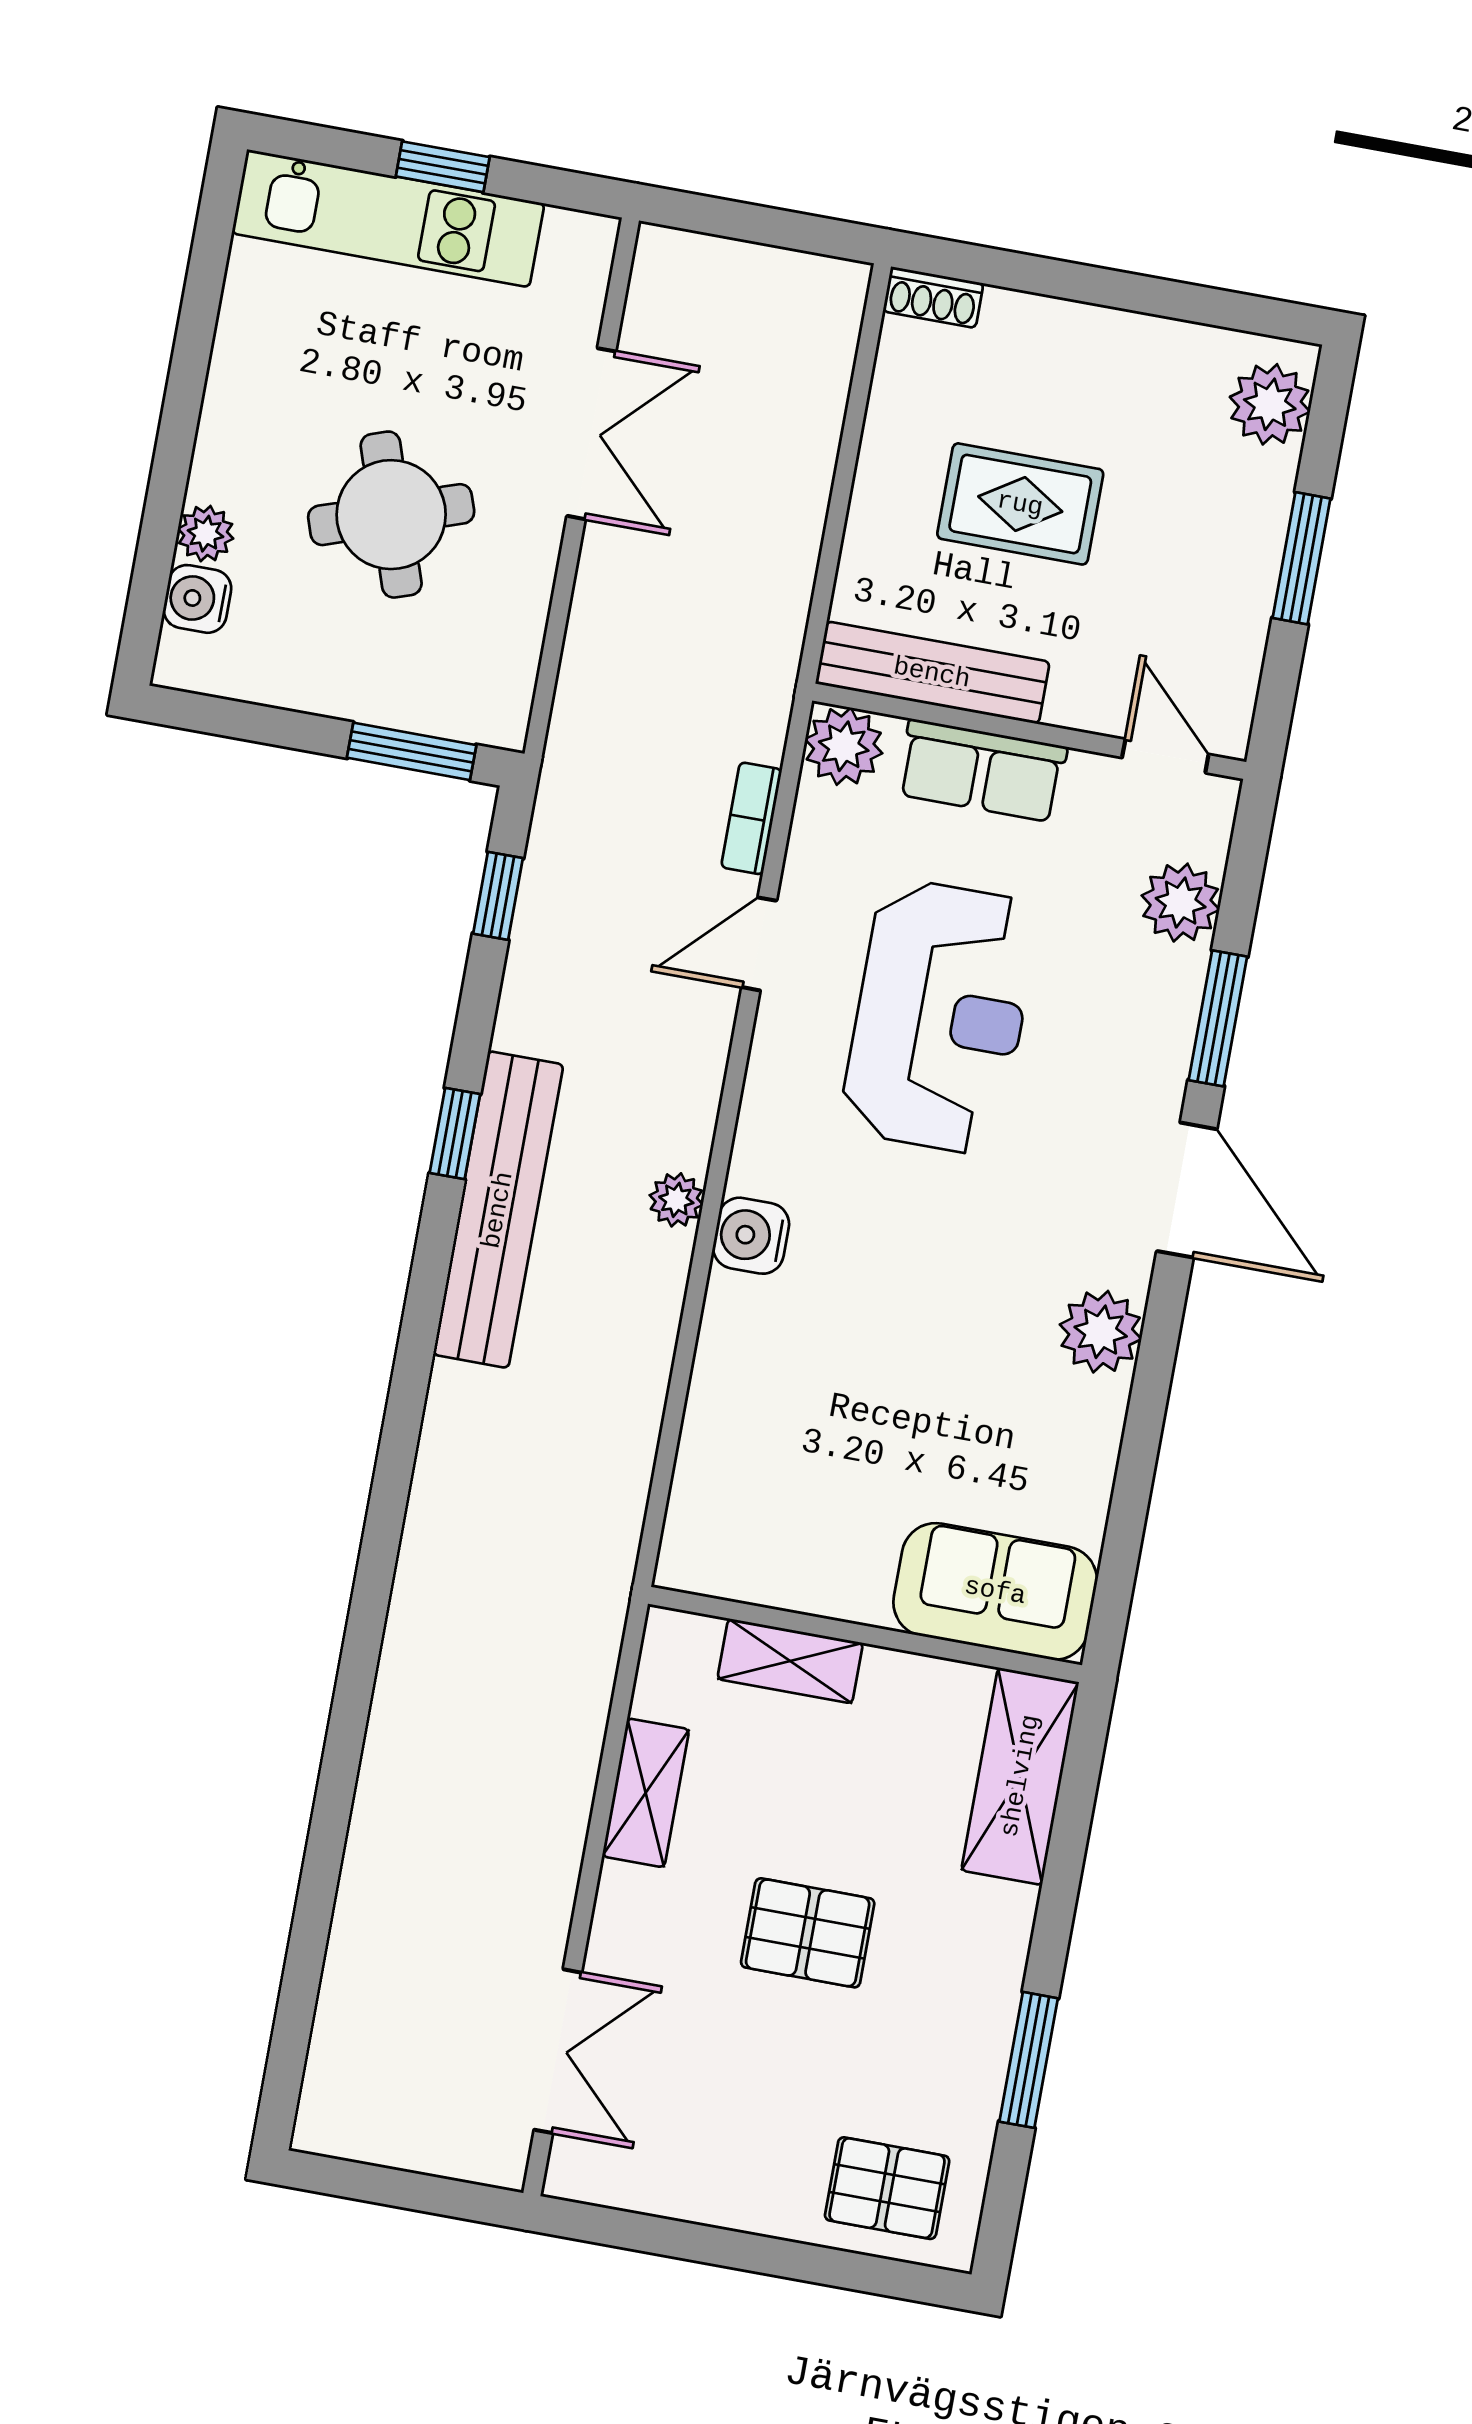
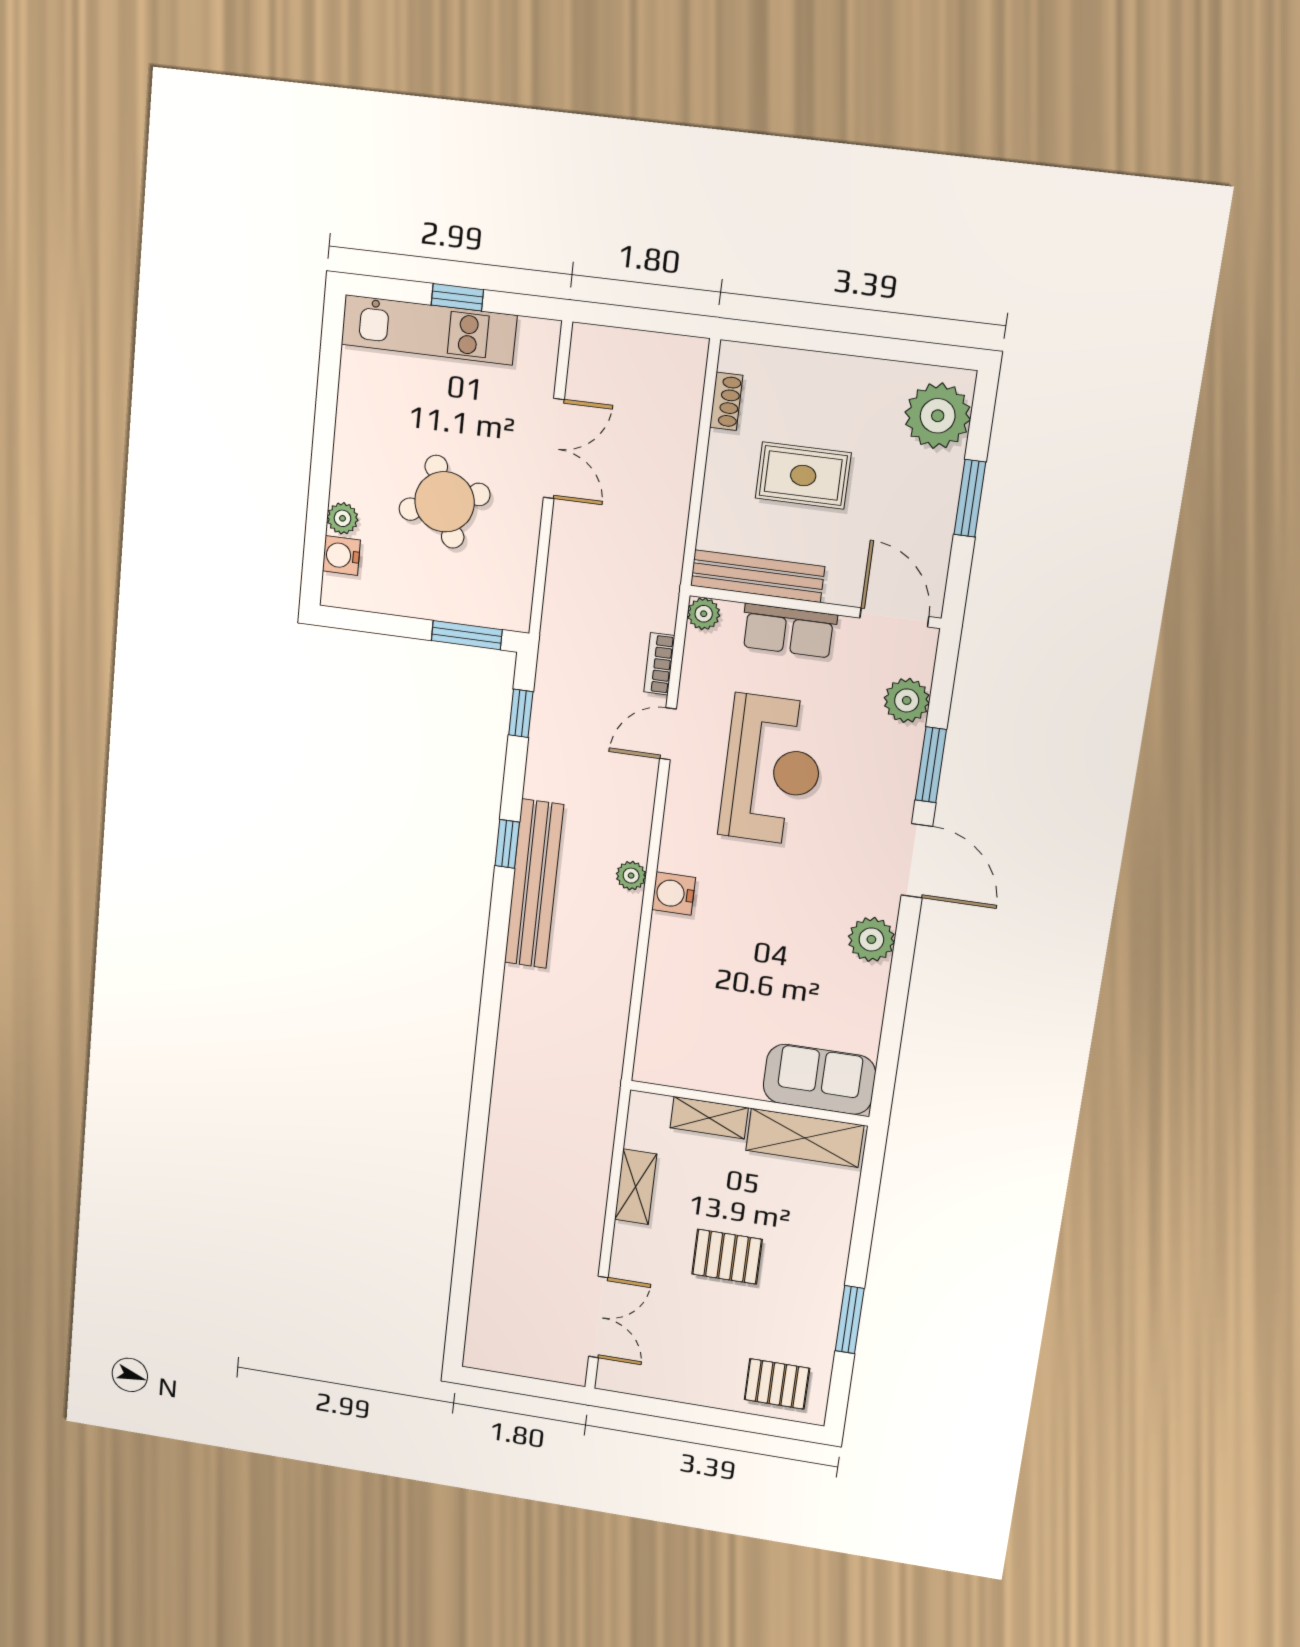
shoe rack: (933, 297) -> (726, 401), moved, turned -90
plant: (1270, 404) -> (938, 416), width x1.36, depth x1.36
plant: (844, 746) -> (704, 614), width x0.73, depth x0.73
door: (1165, 756) -> (894, 617), width x1.38
shelving: (1020, 1776) -> (805, 1138), moved, turned 90

